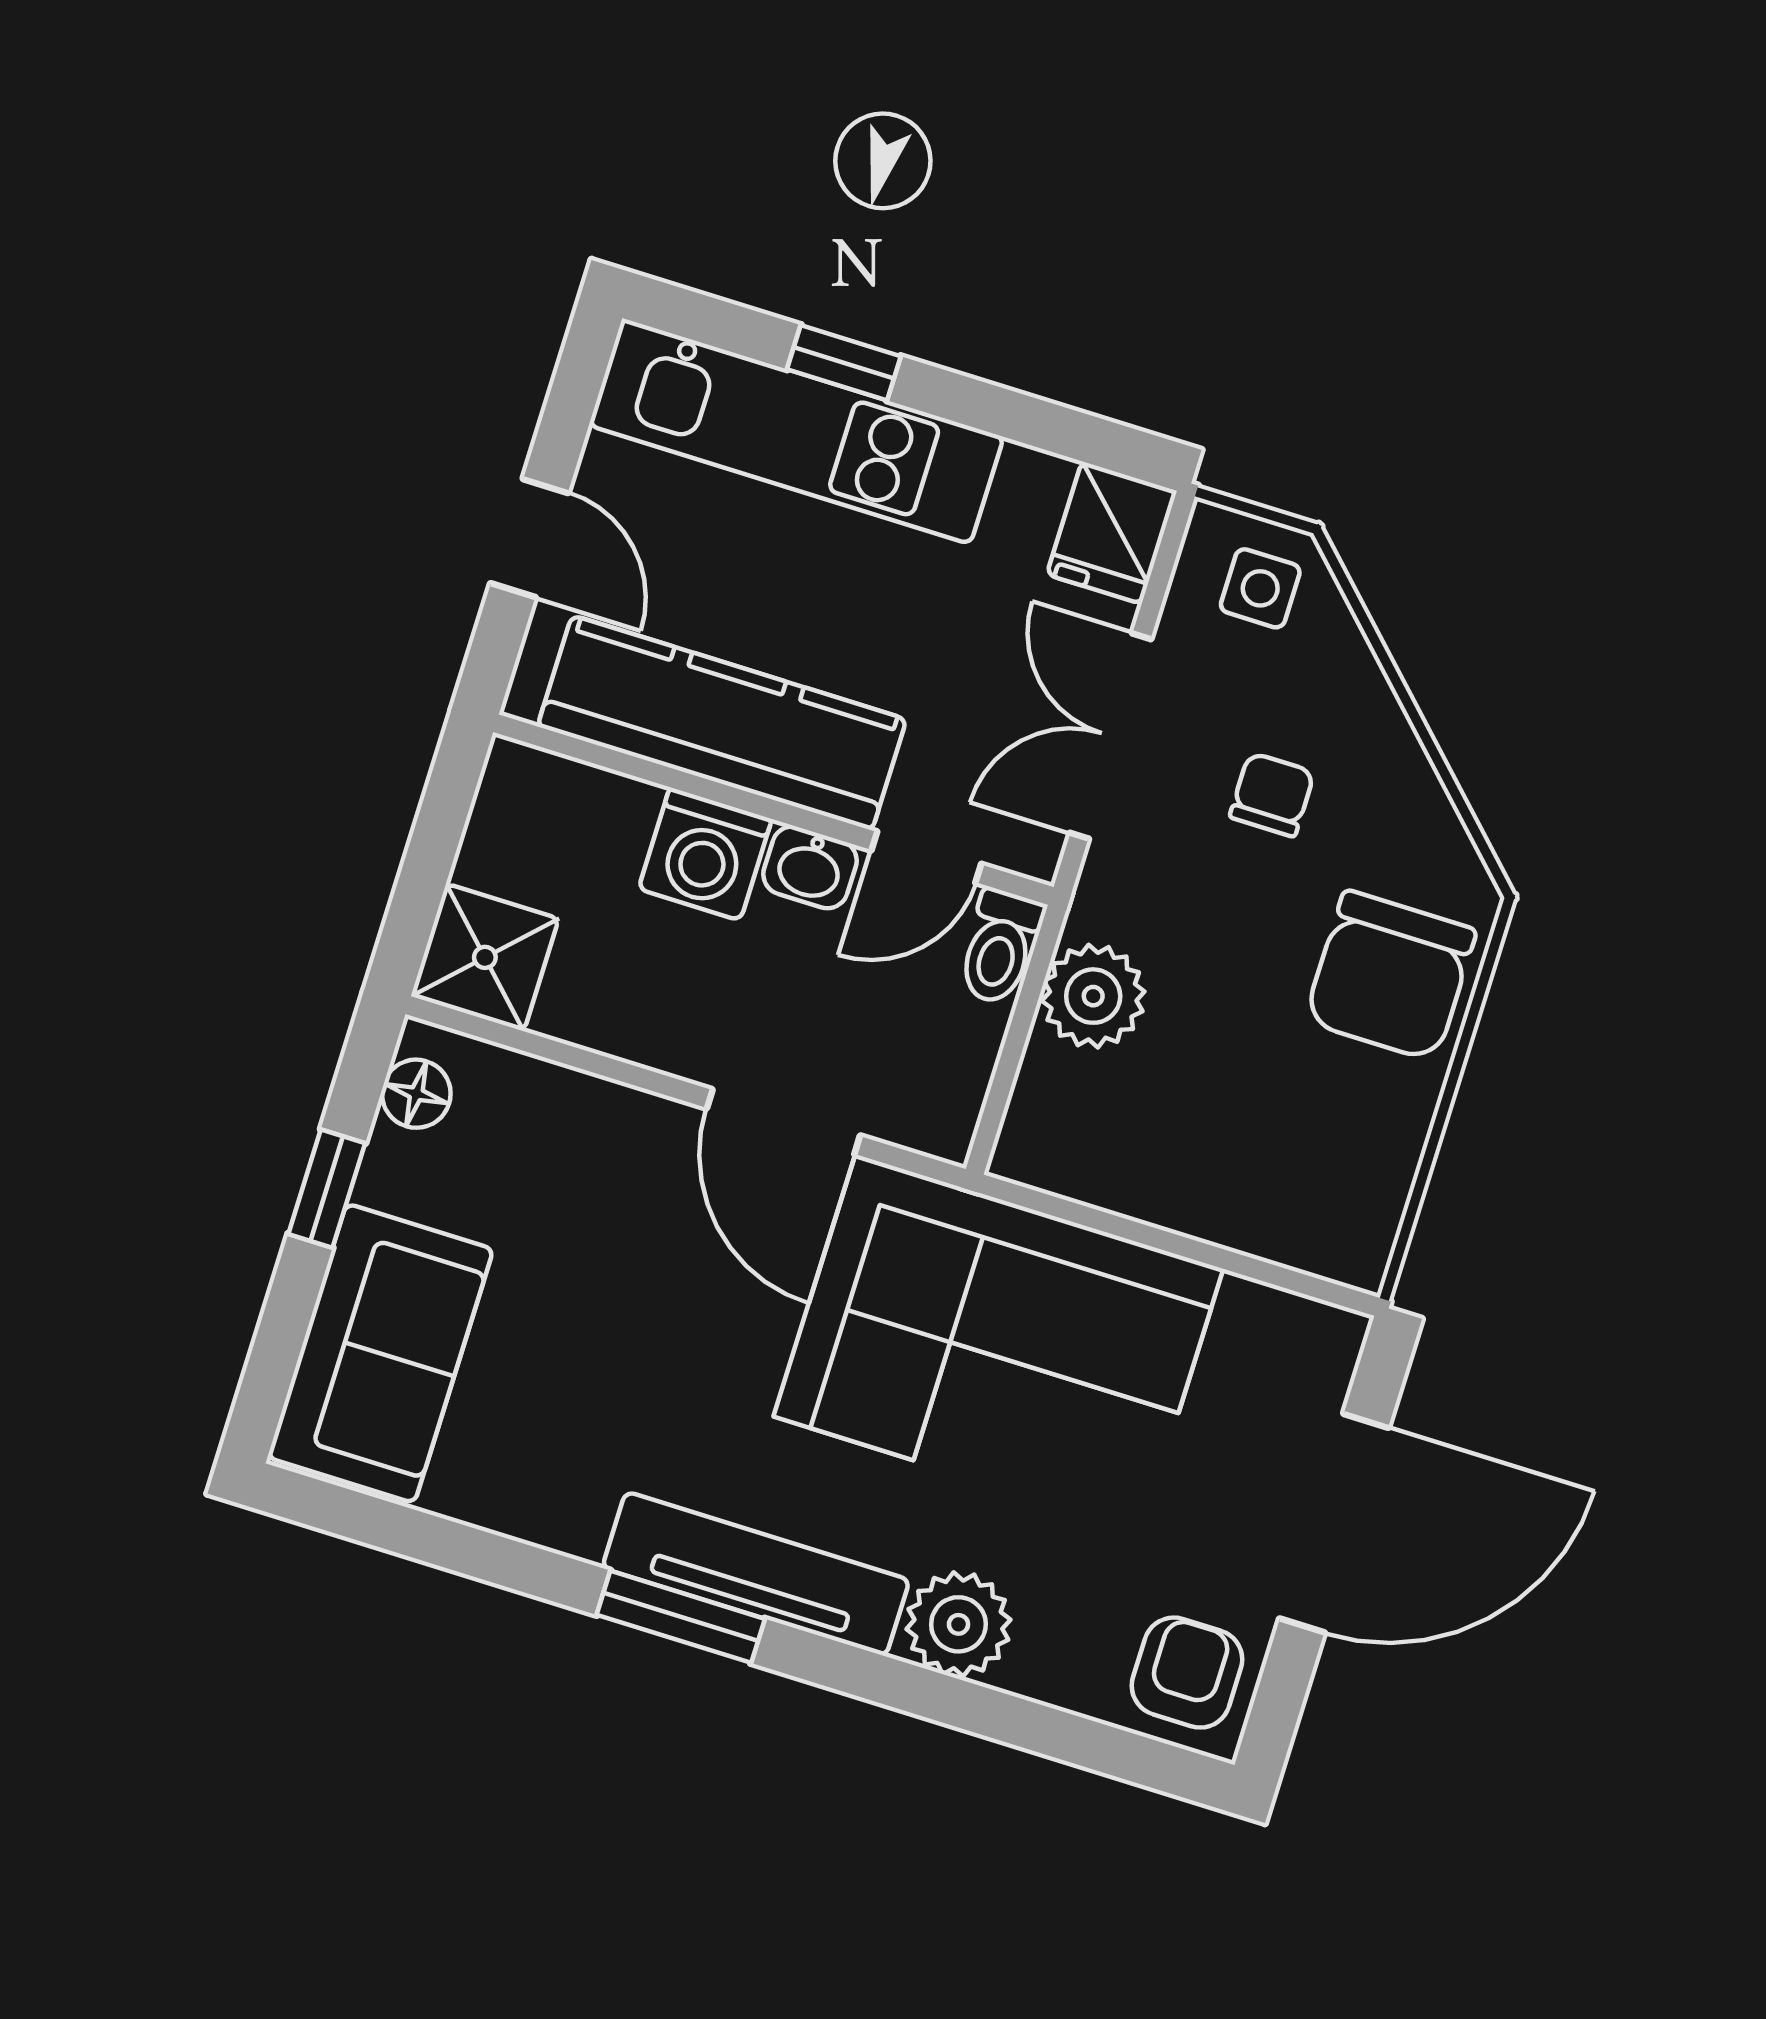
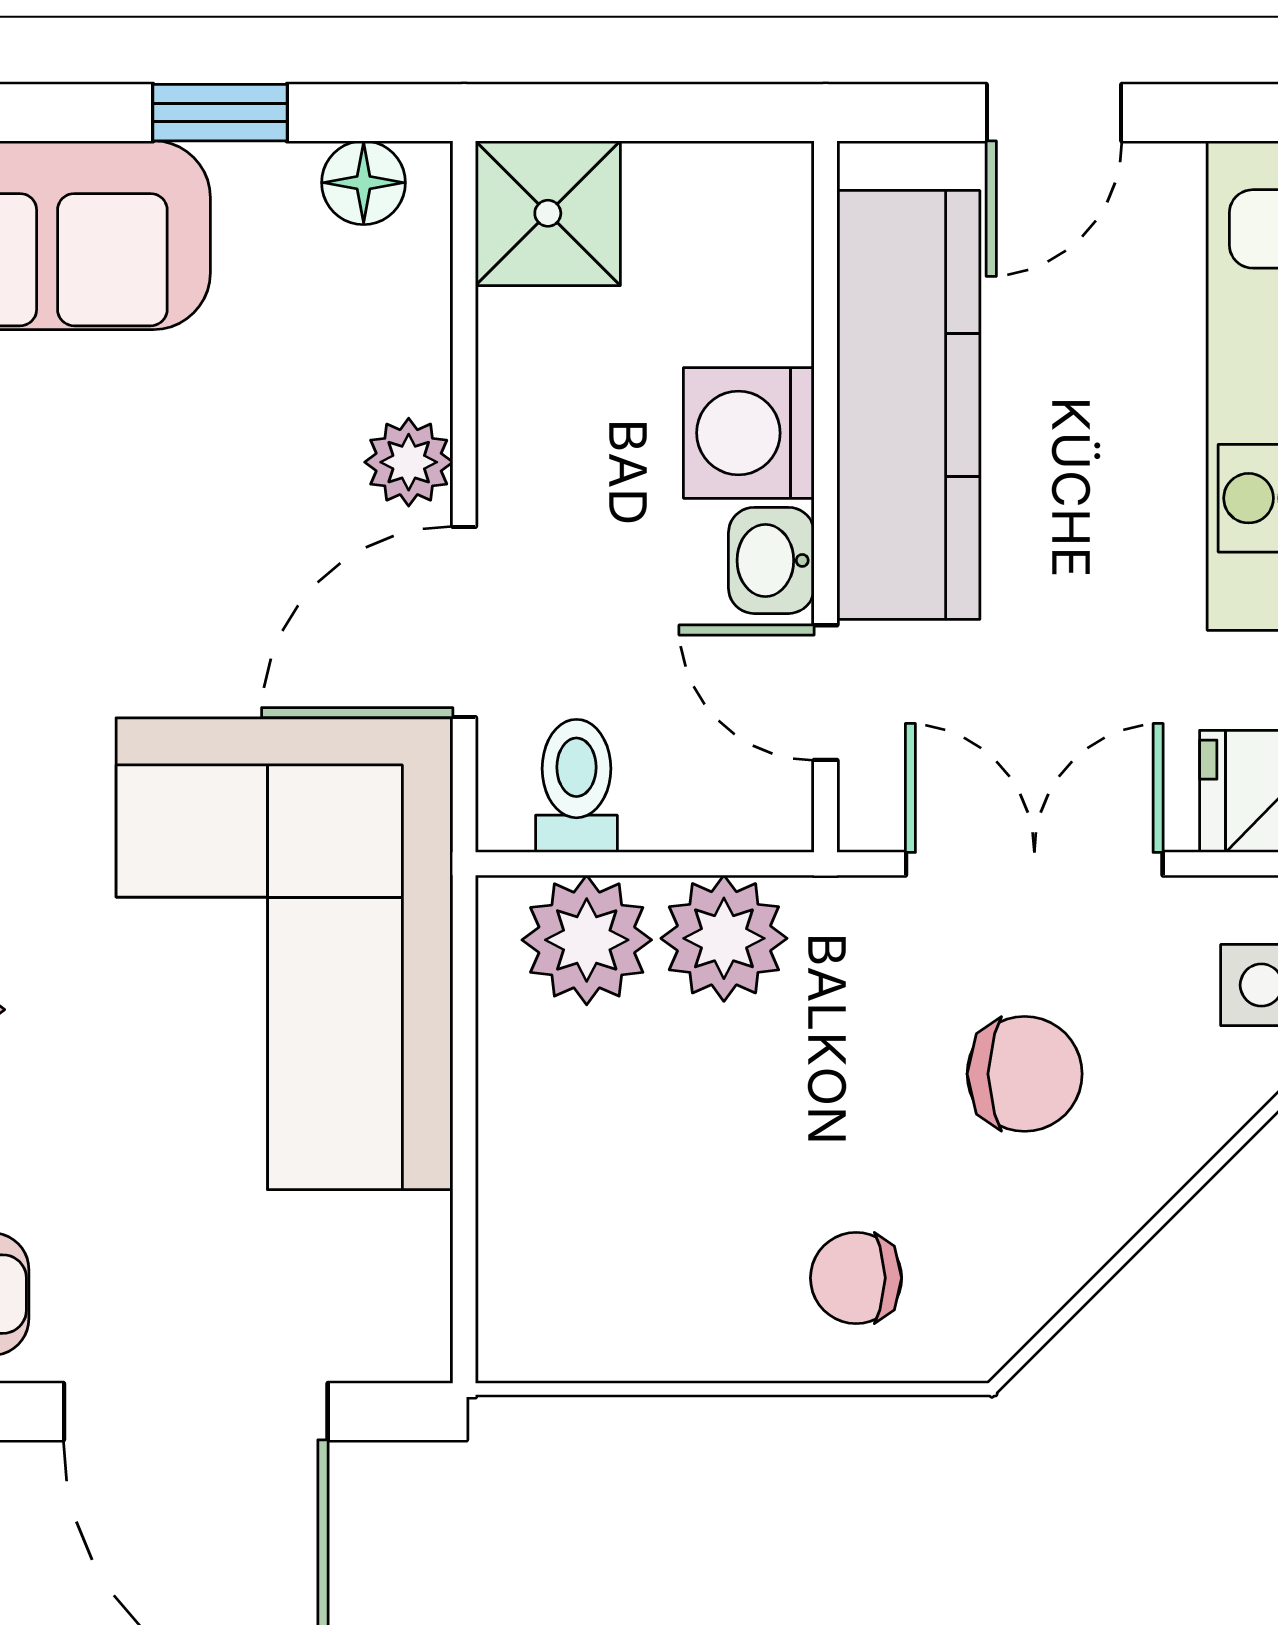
chair: (1272, 795) -> (1025, 1074), width x1.37, depth x1.37
toilet: (1000, 947) -> (576, 786), moved, turned 90
chair: (1390, 976) -> (856, 1278), width x0.54, depth x0.54
plant: (1061, 1104) -> (587, 940), added
plant: (645, 1126) -> (409, 462), added

